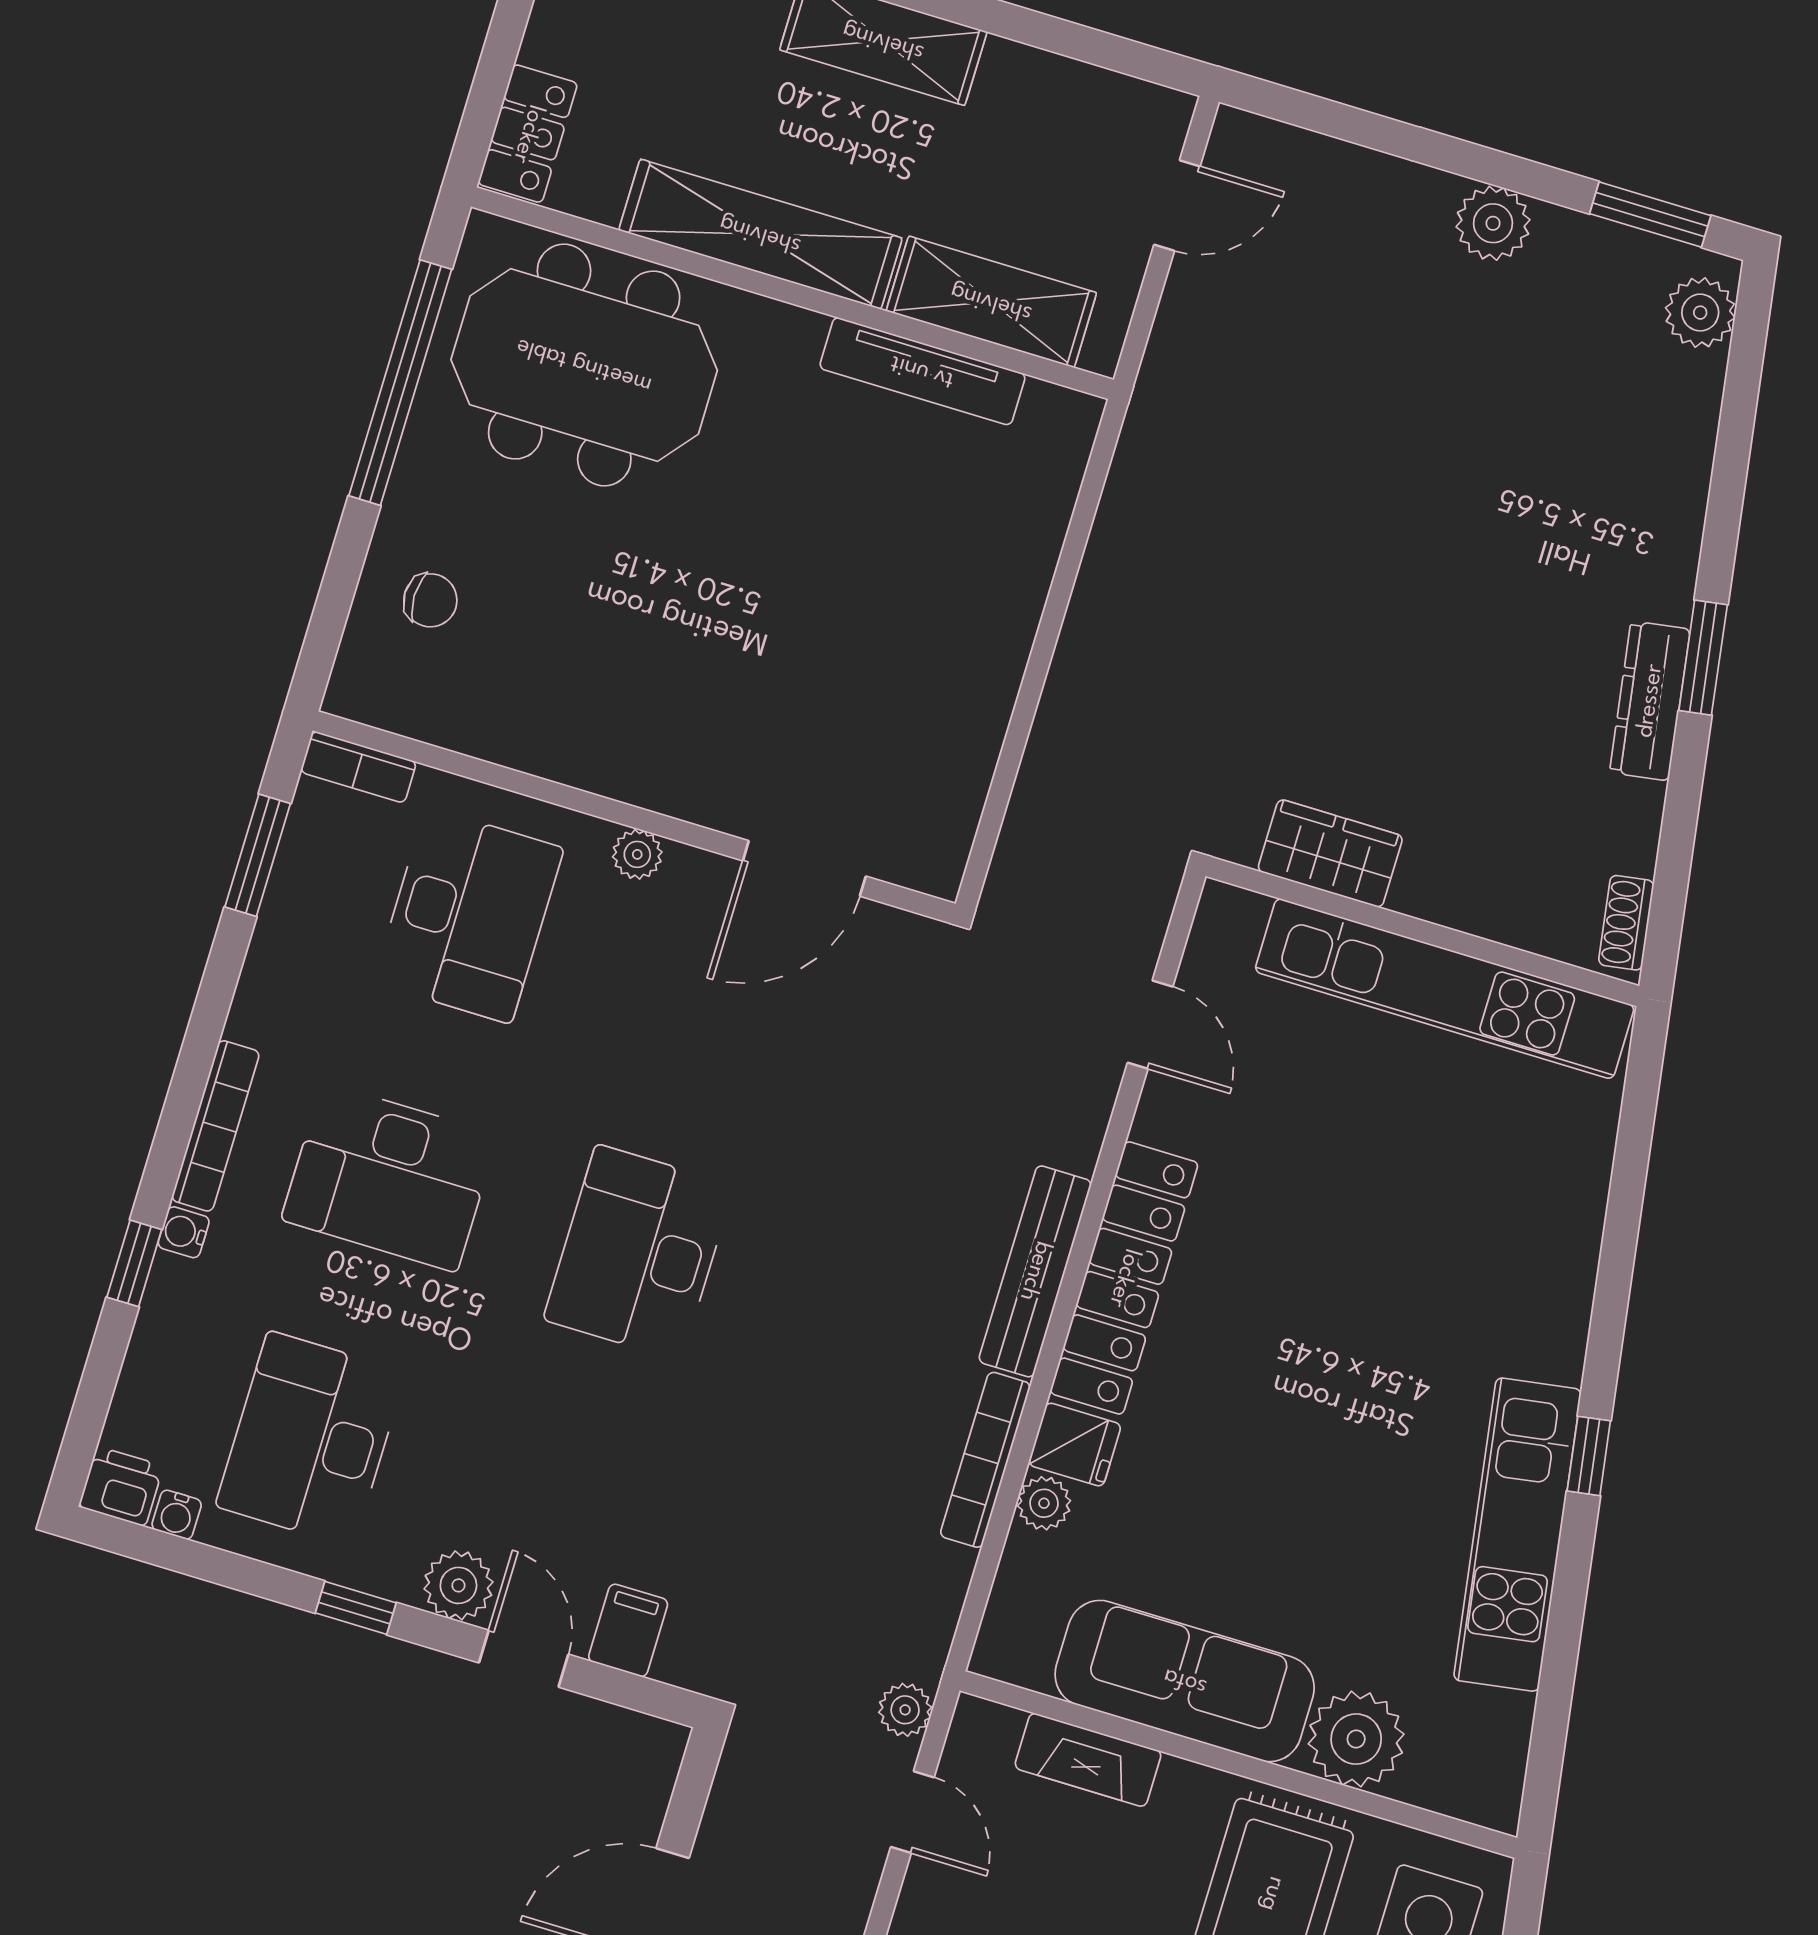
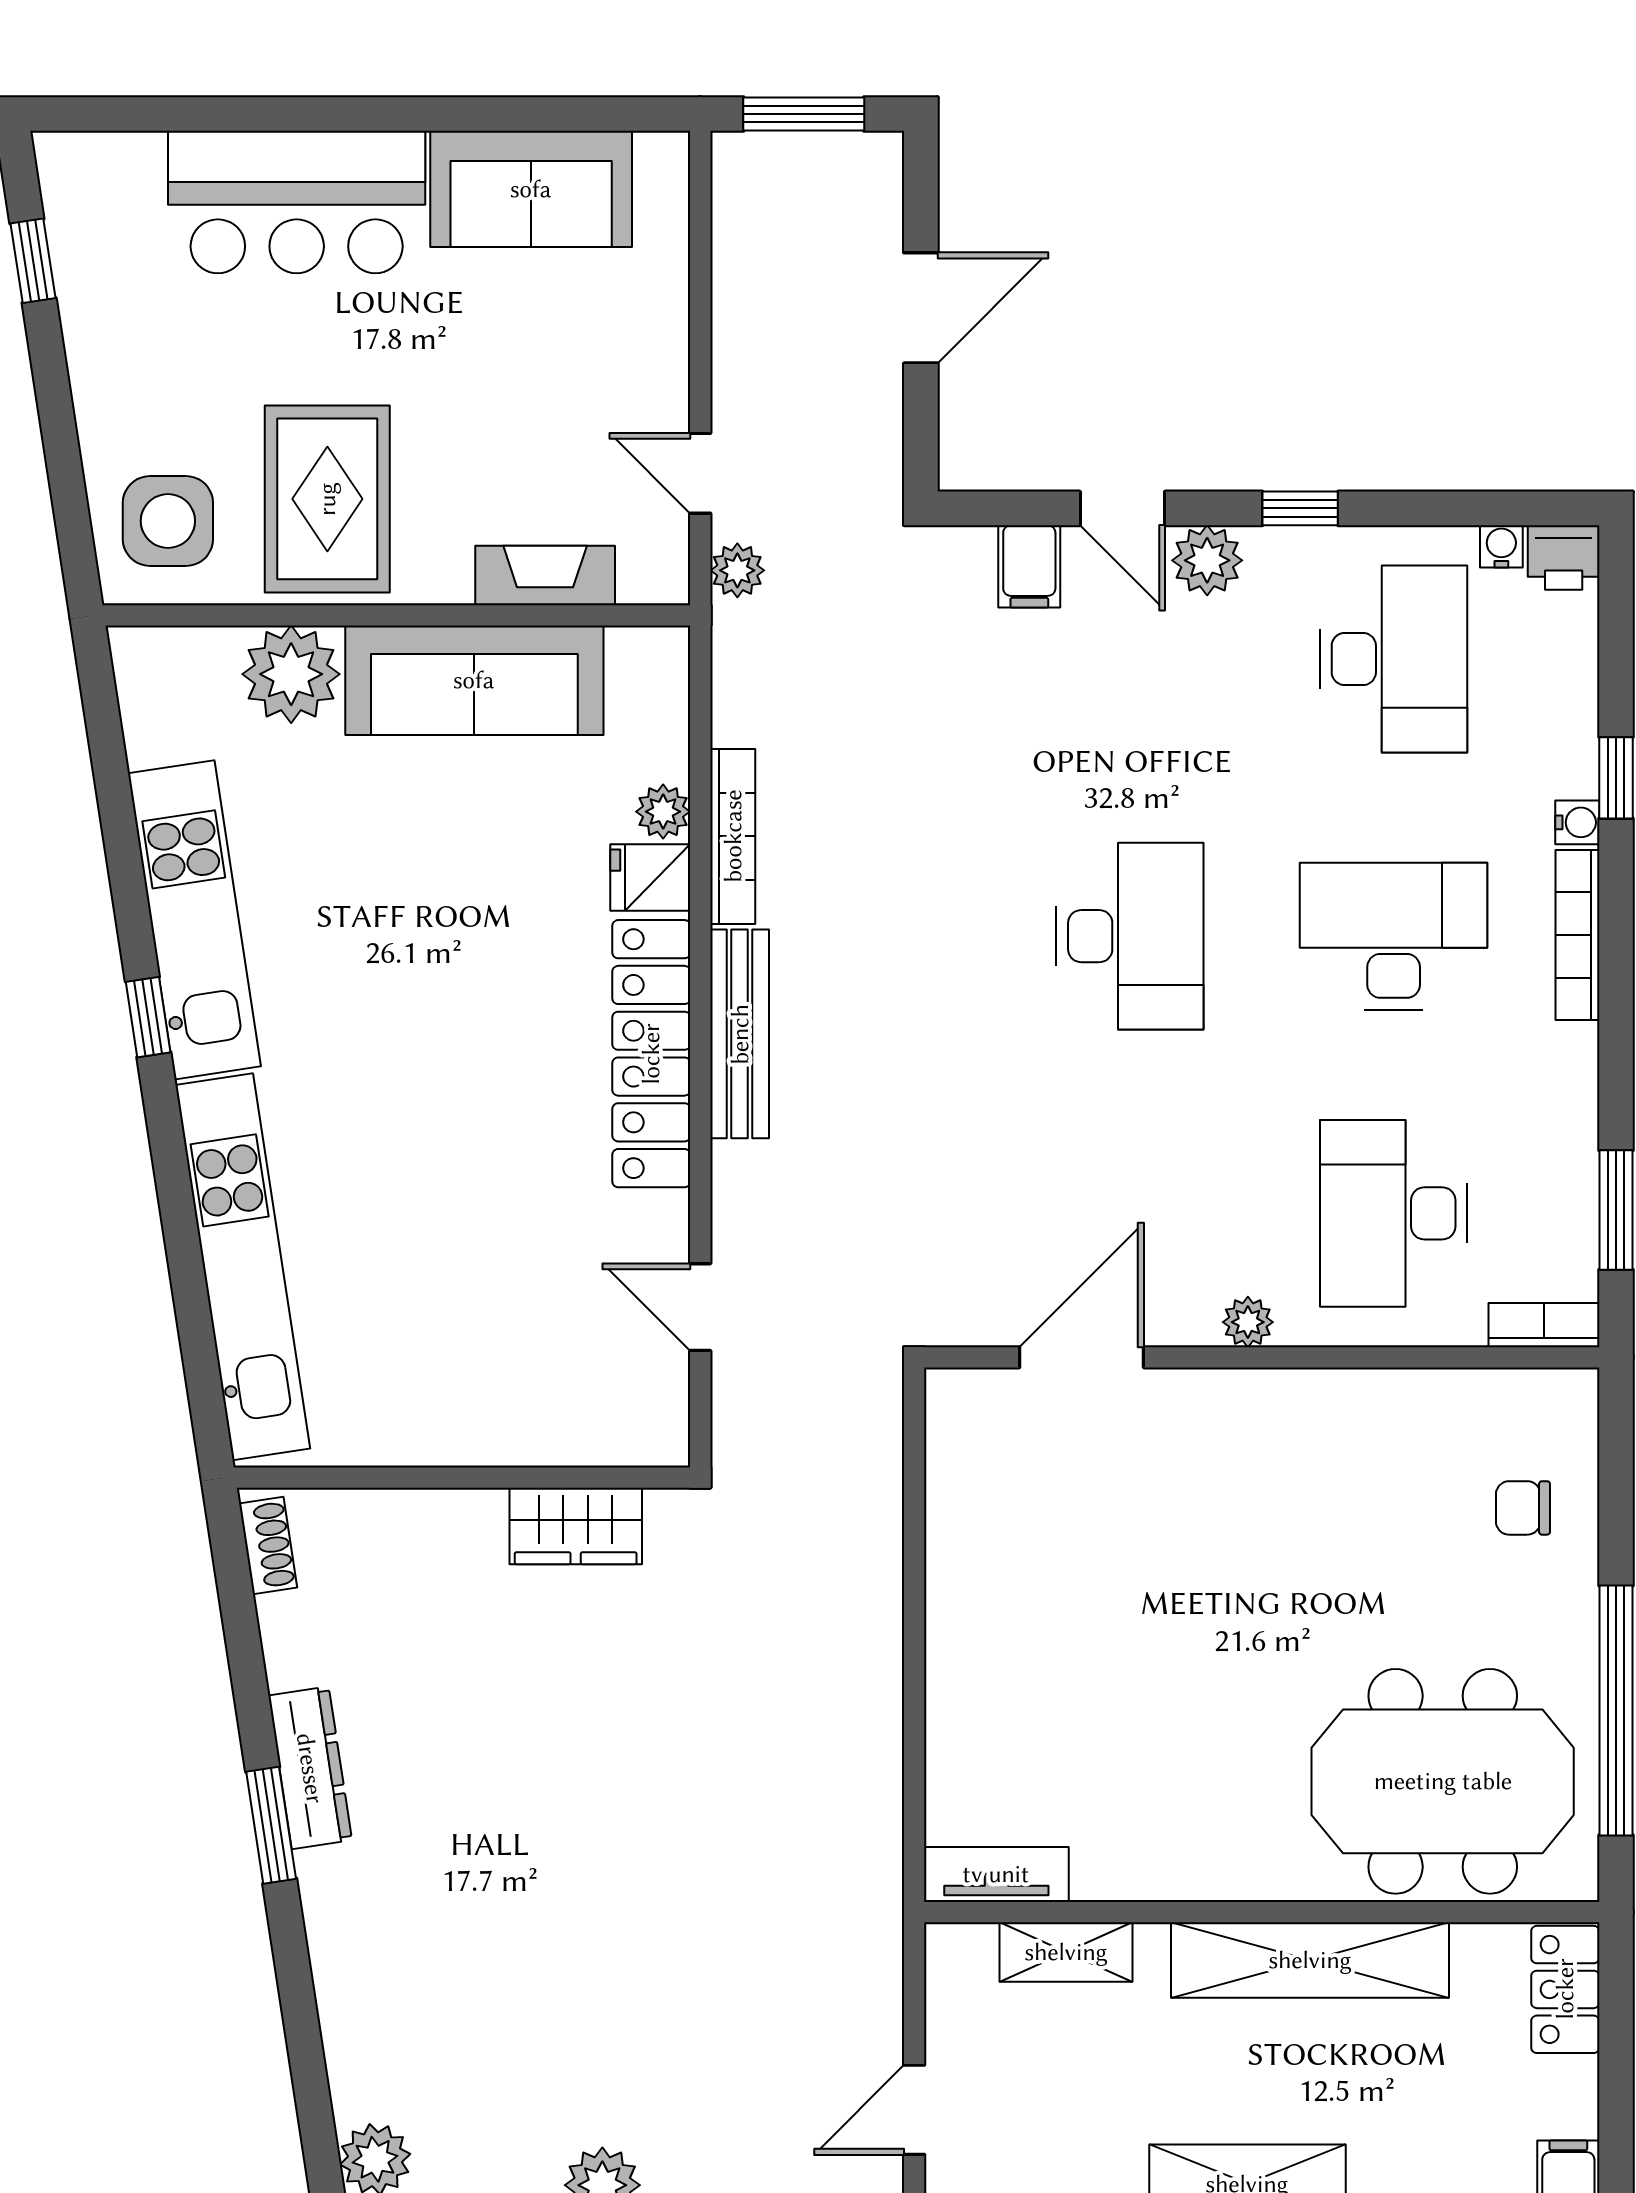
shelving: (991, 302) -> (1066, 1952), width x0.67, depth x0.75
tv unit: (922, 371) -> (996, 1874), moved, width x0.71
kitchen unit: (1445, 989) -> (243, 1267), moved, turned 81

